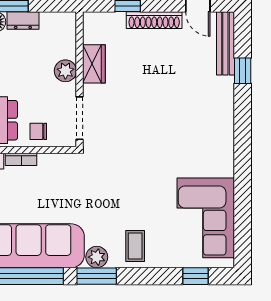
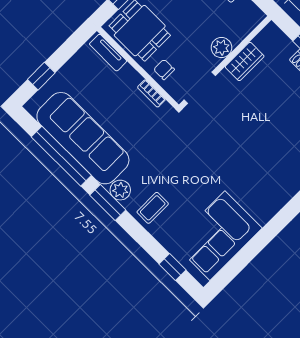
bookcase: (21, 159) -> (151, 93), moved

